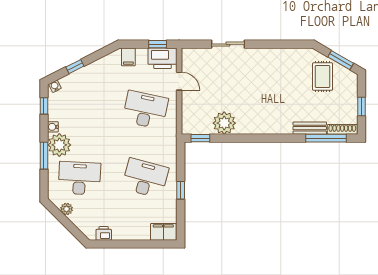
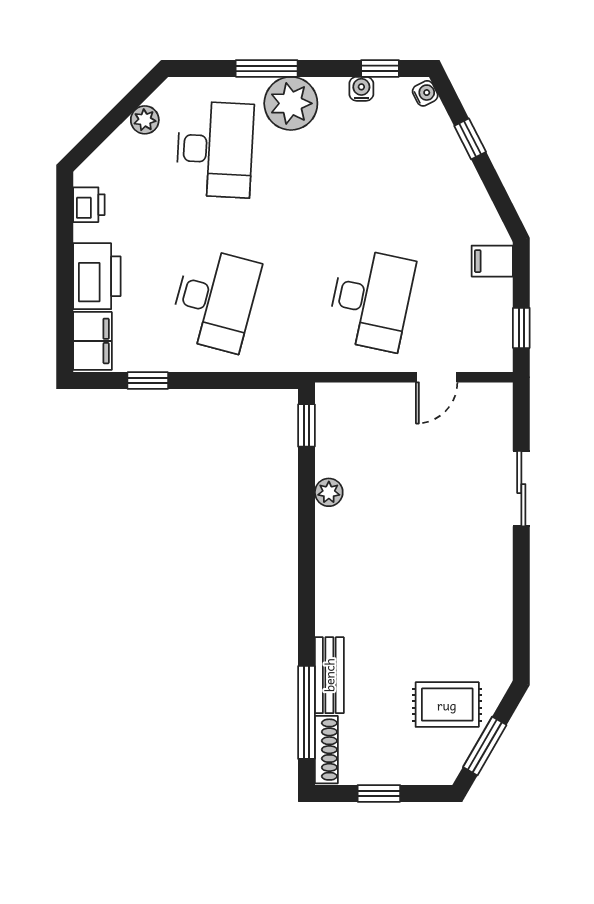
printer: (163, 58) -> (97, 276), moved, turned 180
plant: (224, 123) -> (329, 492), width x0.53, depth x0.53
water cooler: (53, 127) -> (361, 89), moved
window: (181, 190) -> (148, 381), moved

